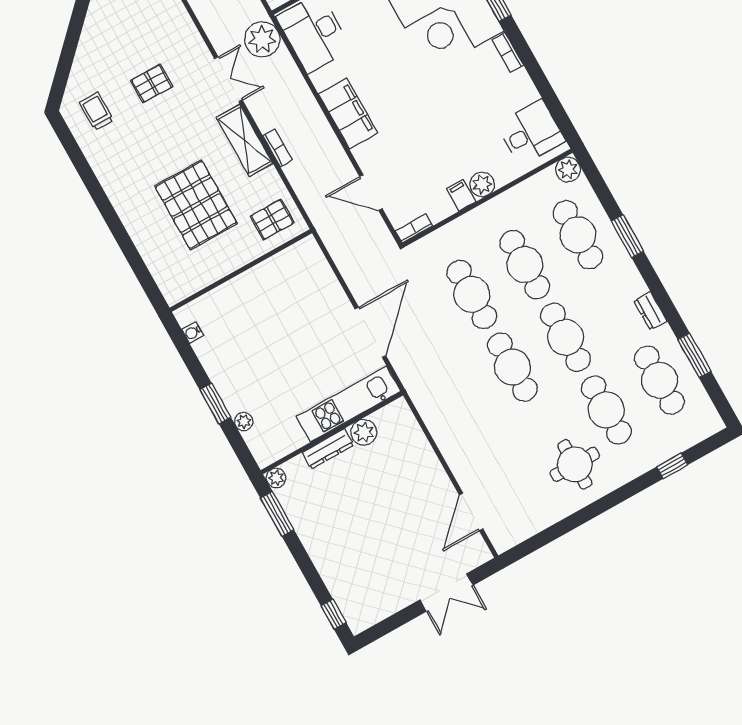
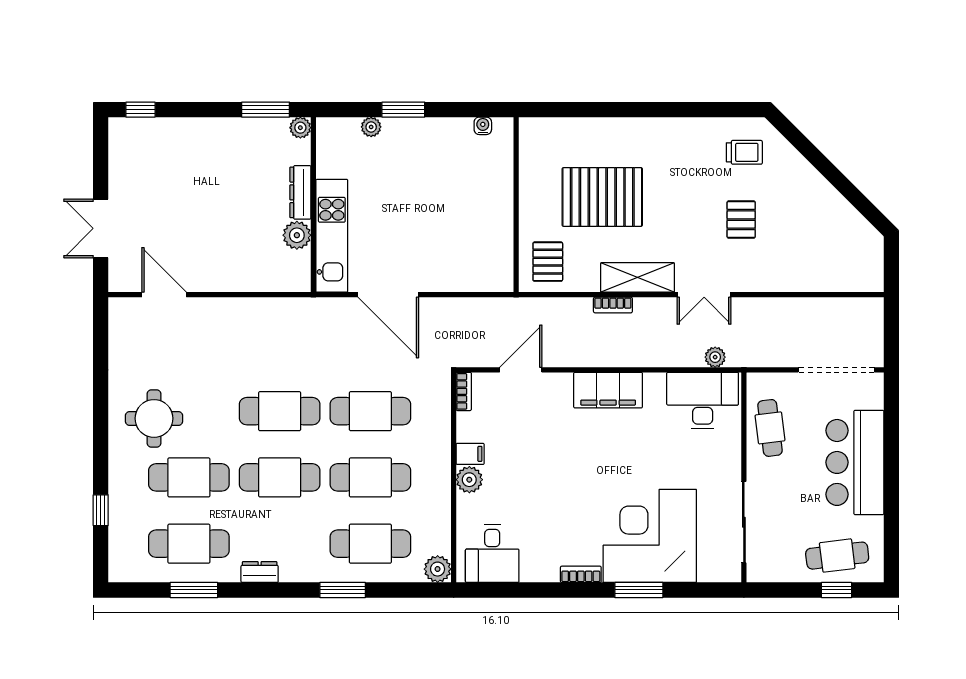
plant: (262, 39) -> (715, 357), width x0.53, depth x0.53

